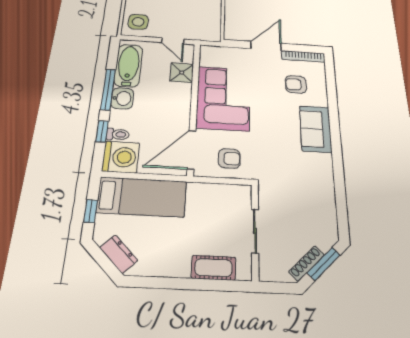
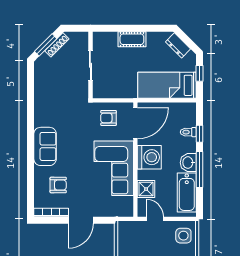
washing machine: (121, 157) -> (149, 157), moved, turned 180
cot: (214, 268) -> (132, 39), moved

